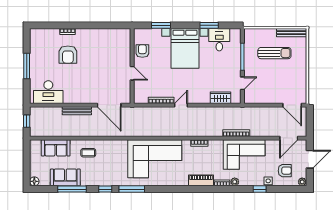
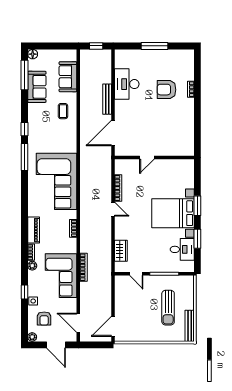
window: (161, 25) -> (197, 206), moved
armchair: (142, 51) -> (170, 168), removed
desk: (48, 92) -> (127, 84), moved
window: (72, 189) -> (25, 75), moved

